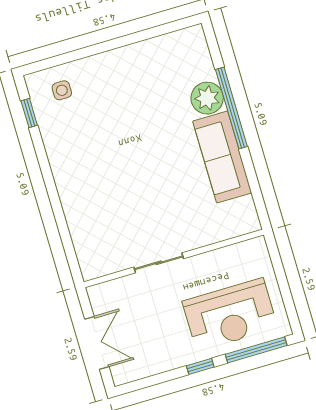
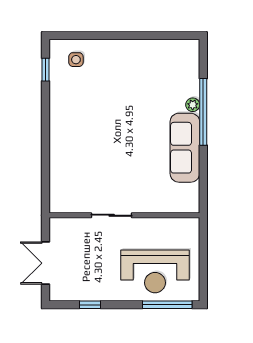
plant: (207, 98) -> (193, 105), width x0.53, depth x0.53
double door: (97, 343) -> (46, 263), swing flipped
window: (200, 366) -> (90, 305), moved

